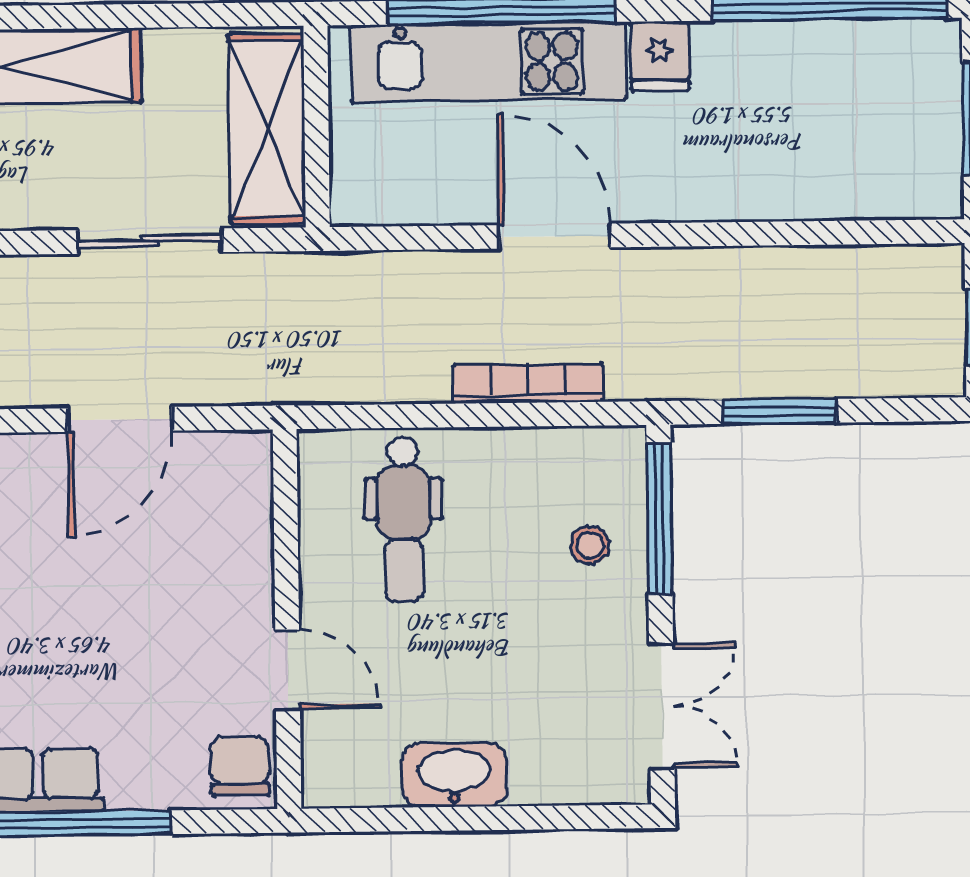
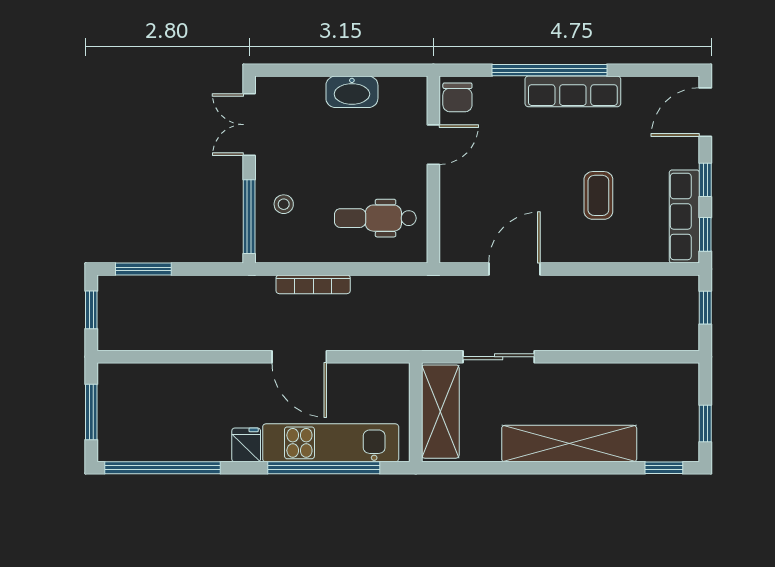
window: (779, 411) -> (143, 269), moved
dental chair: (403, 519) -> (375, 218), turned -90
door: (288, 670) -> (433, 145), swing flipped

